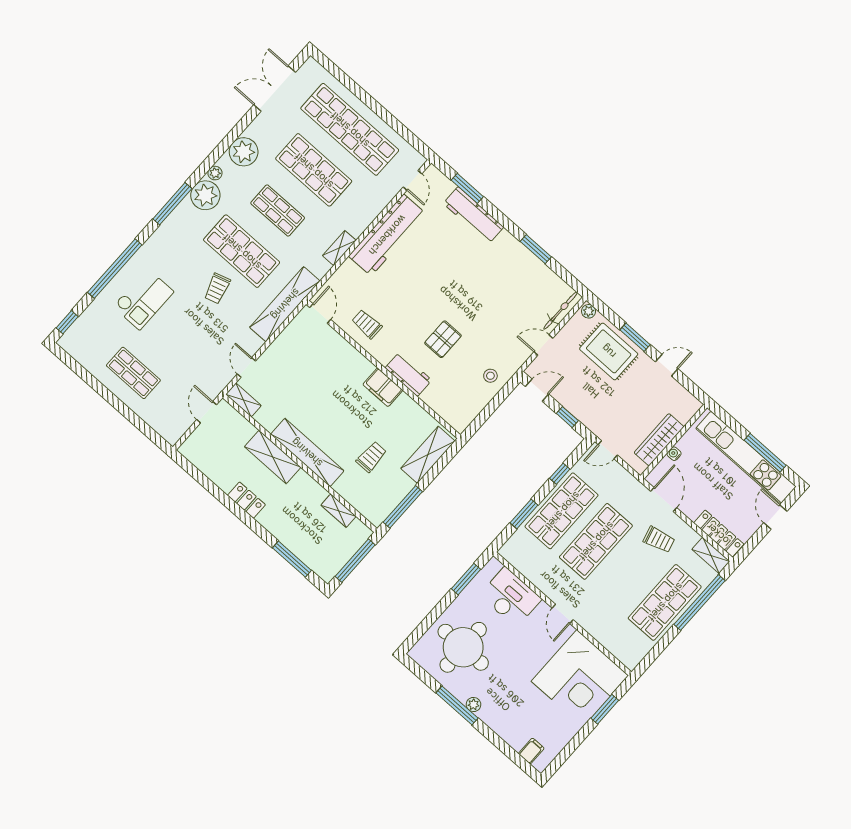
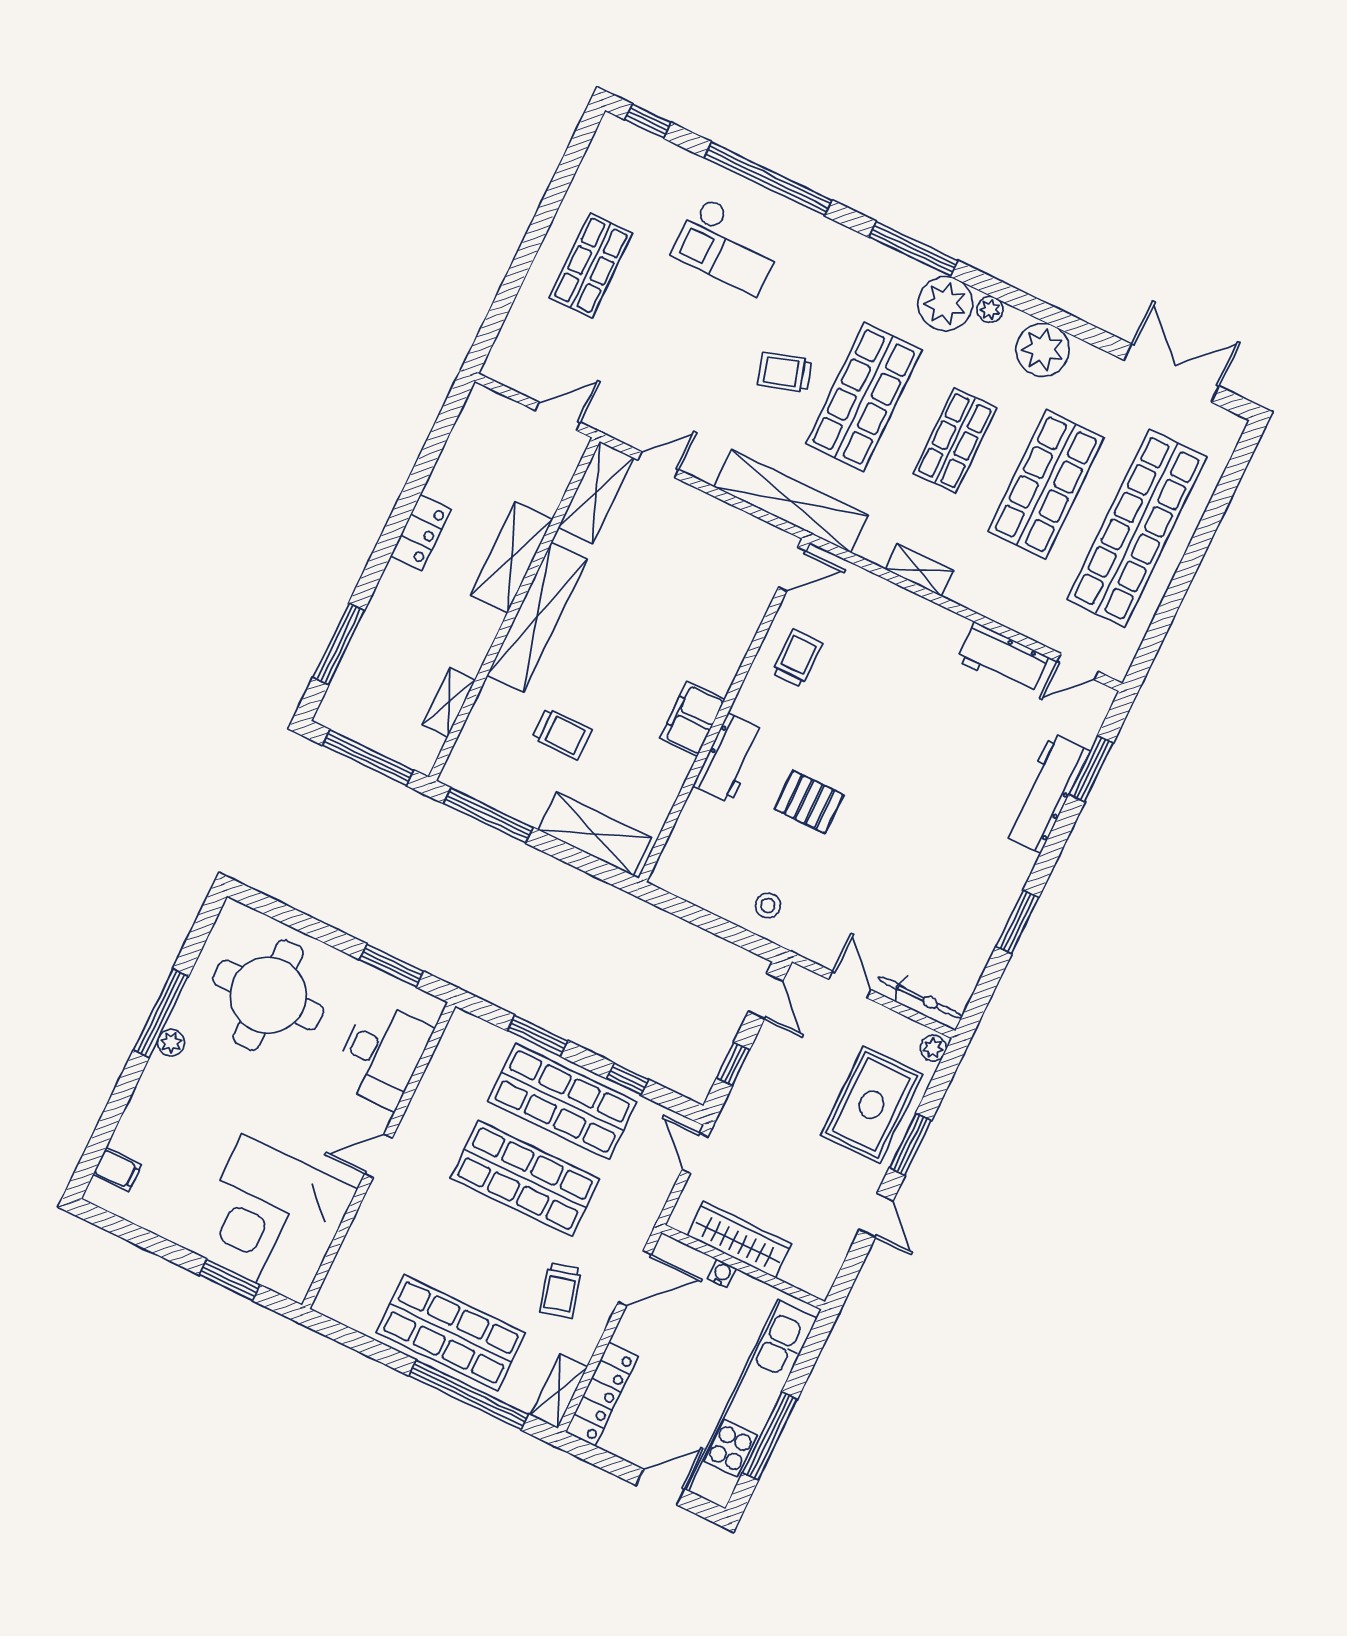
workbench: (387, 235) -> (1003, 659), width x0.53, depth x0.76
shelving: (243, 400) -> (596, 492), width x1.50, depth x1.33

